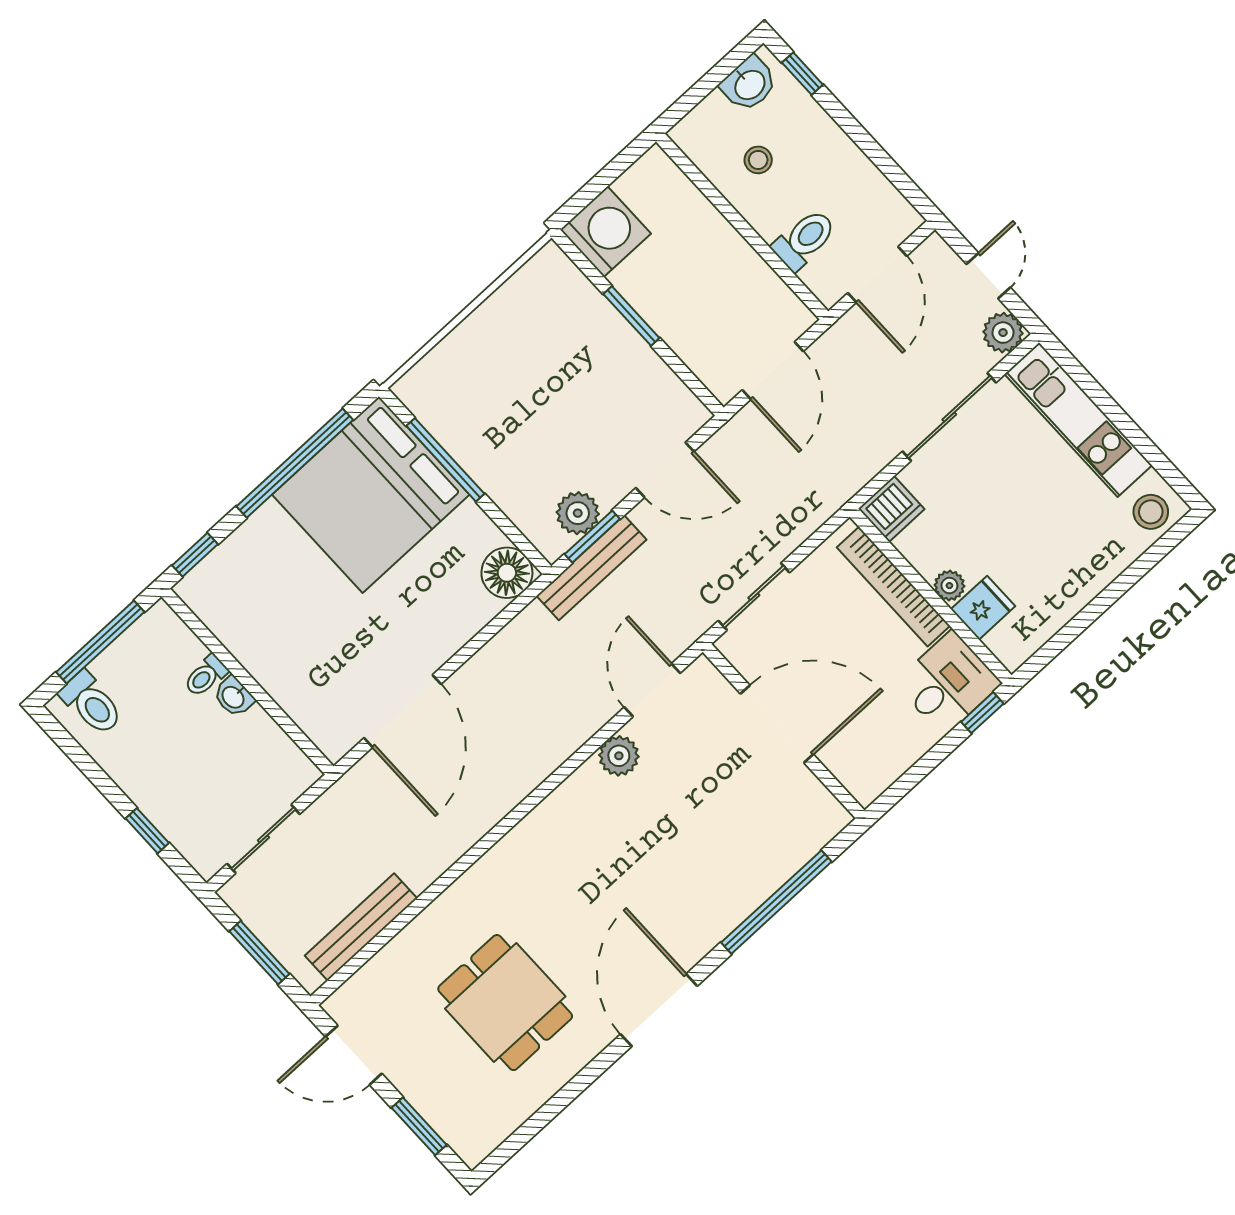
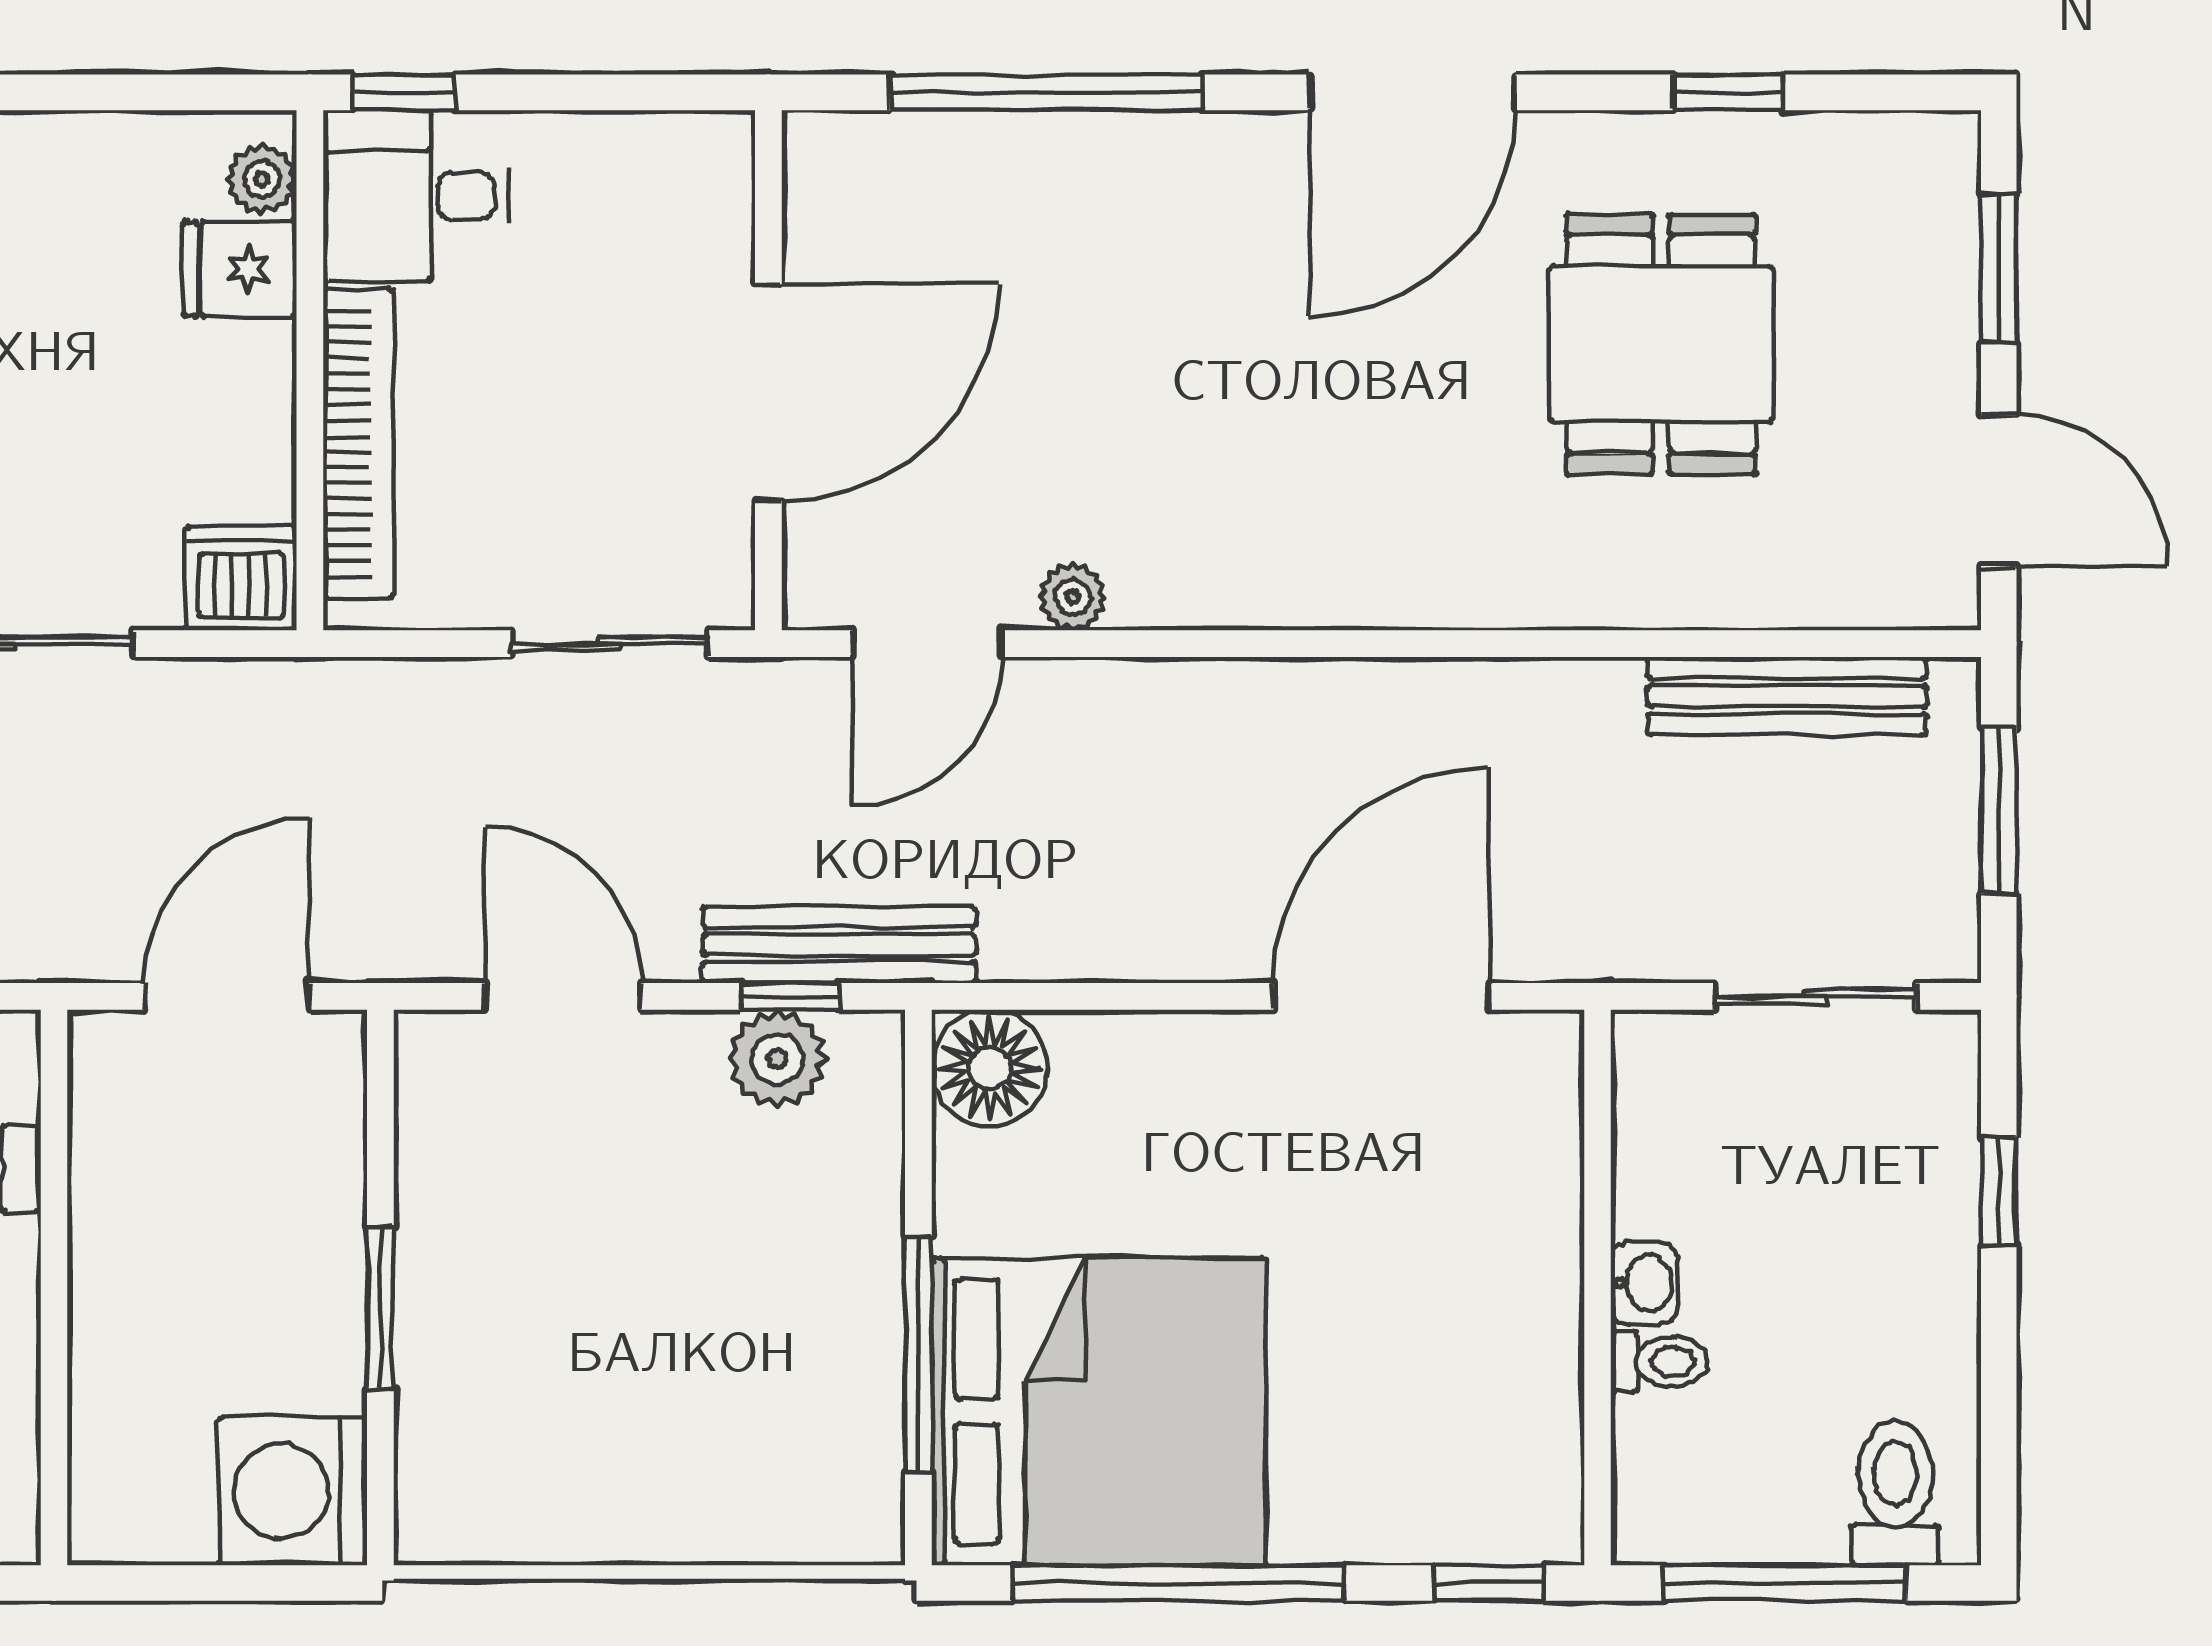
window: (592, 537) -> (789, 996), width x0.67
plant: (949, 586) -> (262, 179), moved
door: (777, 724) -> (768, 393), swing flipped
plant: (619, 756) -> (1073, 597), width x0.73, depth x0.73
window: (558, 1103) -> (1728, 92), added

